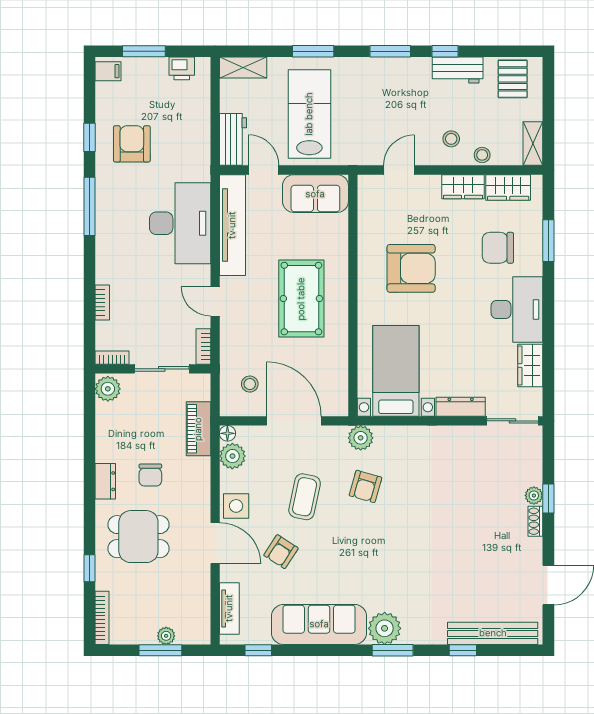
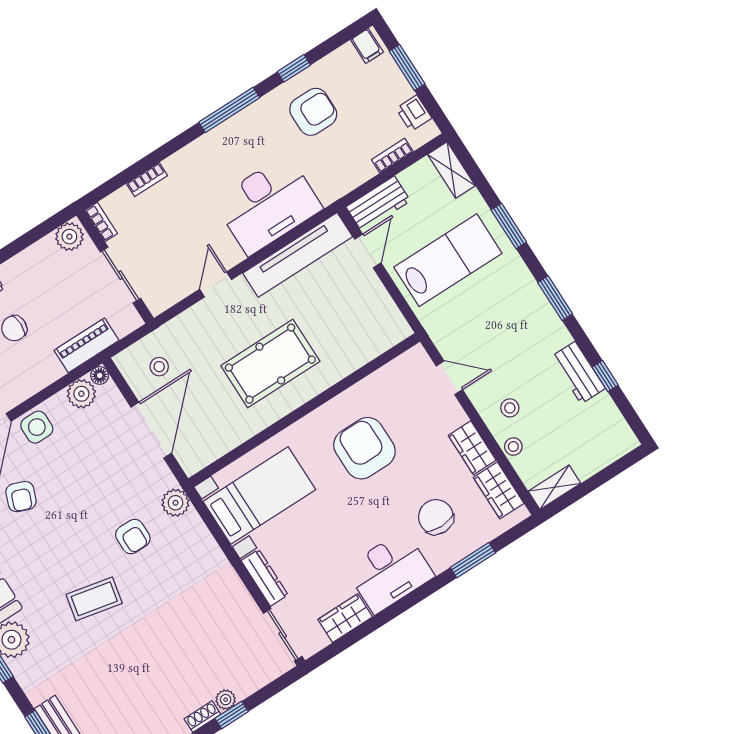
window: (445, 51) -> (605, 376), moved
pallet: (513, 79) -> (603, 429), removed
sofa: (315, 194) -> (377, 314), removed
armchair: (411, 268) -> (364, 448), turned 180
bookcase: (203, 347) -> (392, 156), moved
armchair: (365, 486) -> (133, 537), turned -106
coffee table: (305, 497) -> (94, 599), moved
armchair: (281, 552) -> (21, 497), turned -102

